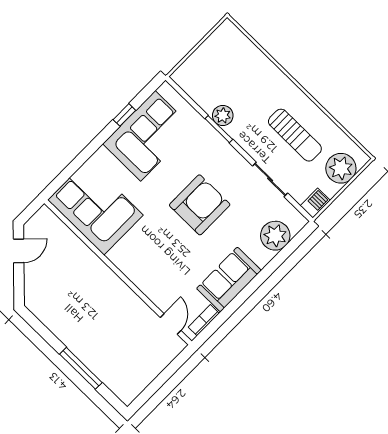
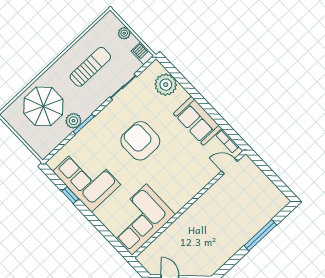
parasol: (240, 75) -> (43, 106), added
plant: (341, 168) -> (124, 33), width x0.53, depth x0.53

